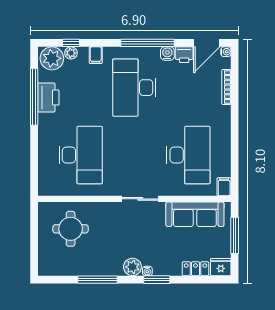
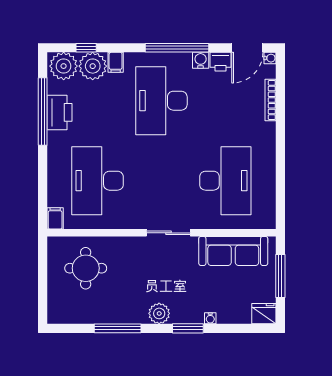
plant: (71, 53) -> (93, 66), width x1.87, depth x1.87
desk: (81, 155) -> (98, 181), turned 180
filing cabinet: (224, 187) -> (55, 218), moved
locker: (195, 269) -> (234, 316), removed
water cooler: (147, 271) -> (210, 318), moved

